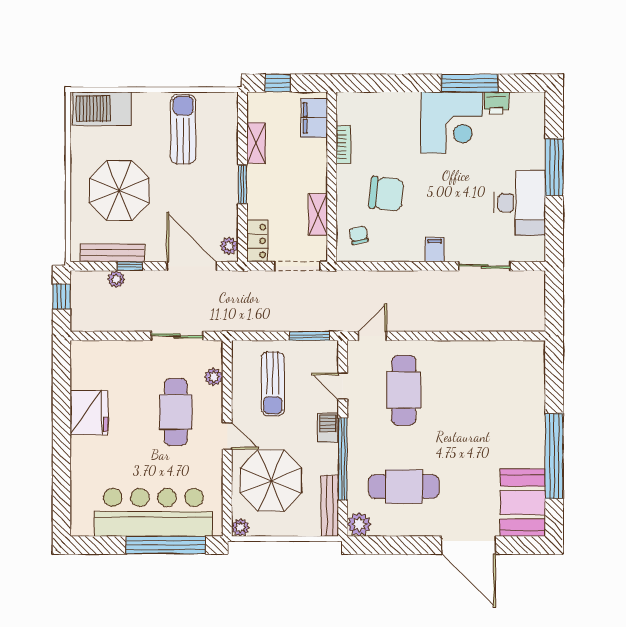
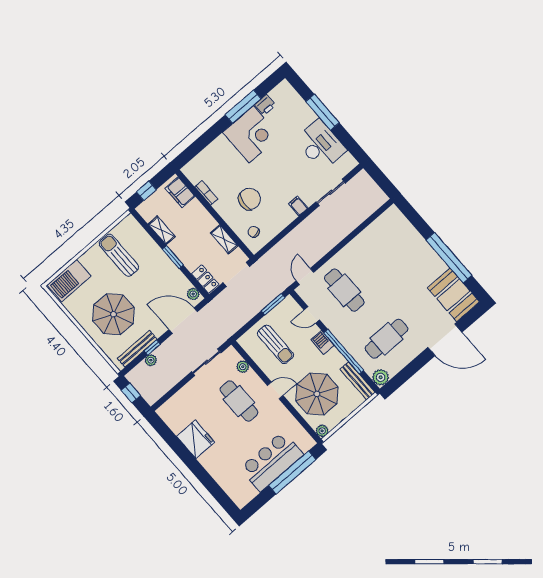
bar counter: (153, 512) -> (272, 461), width x0.73

